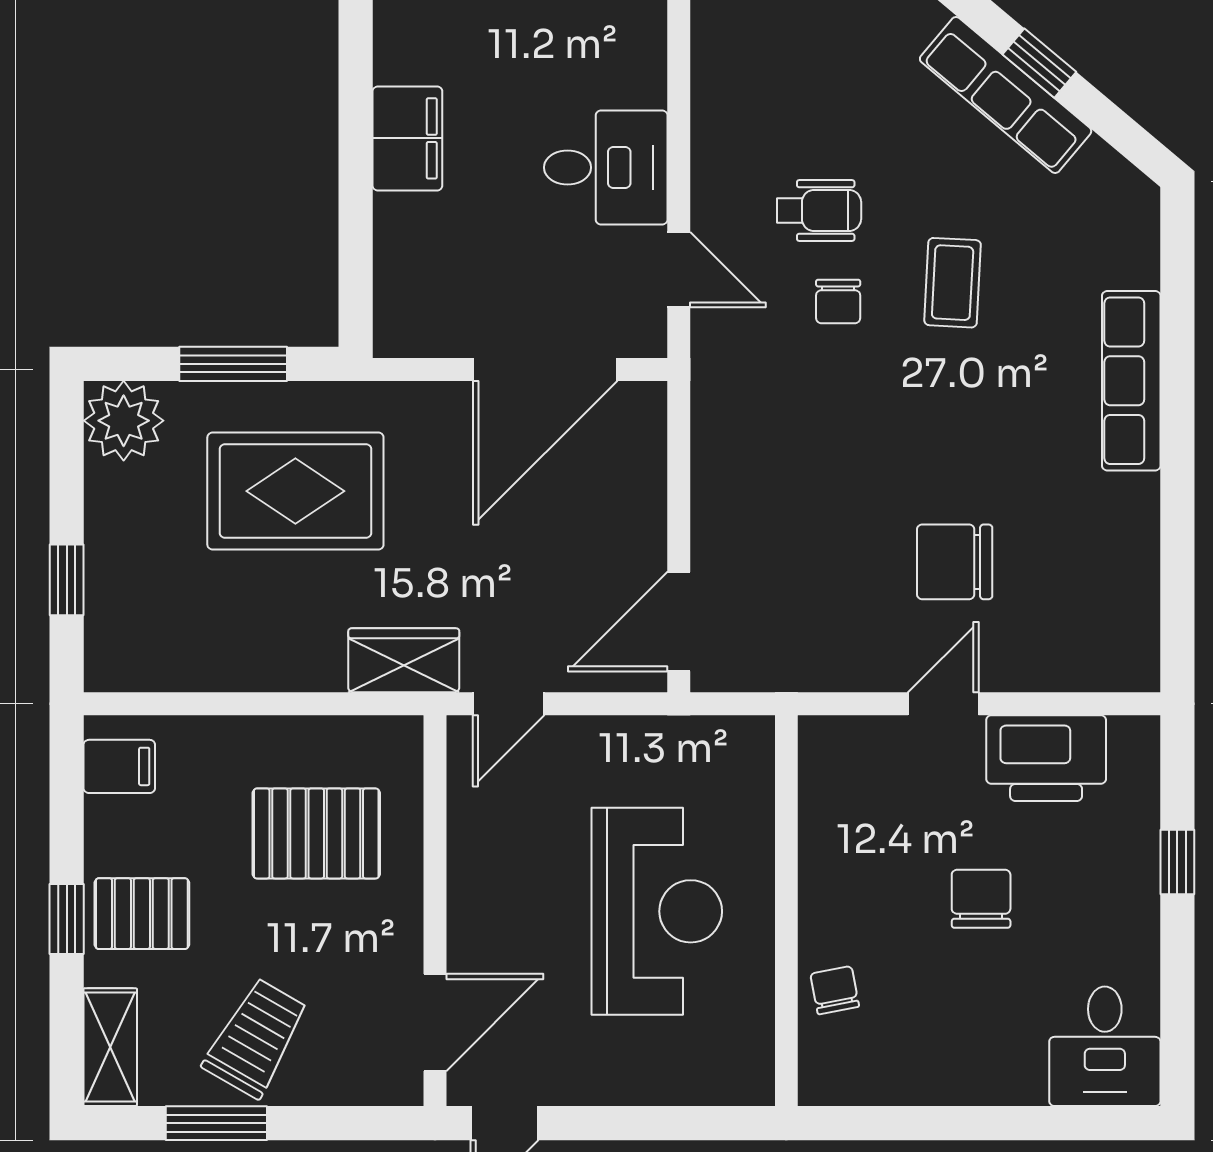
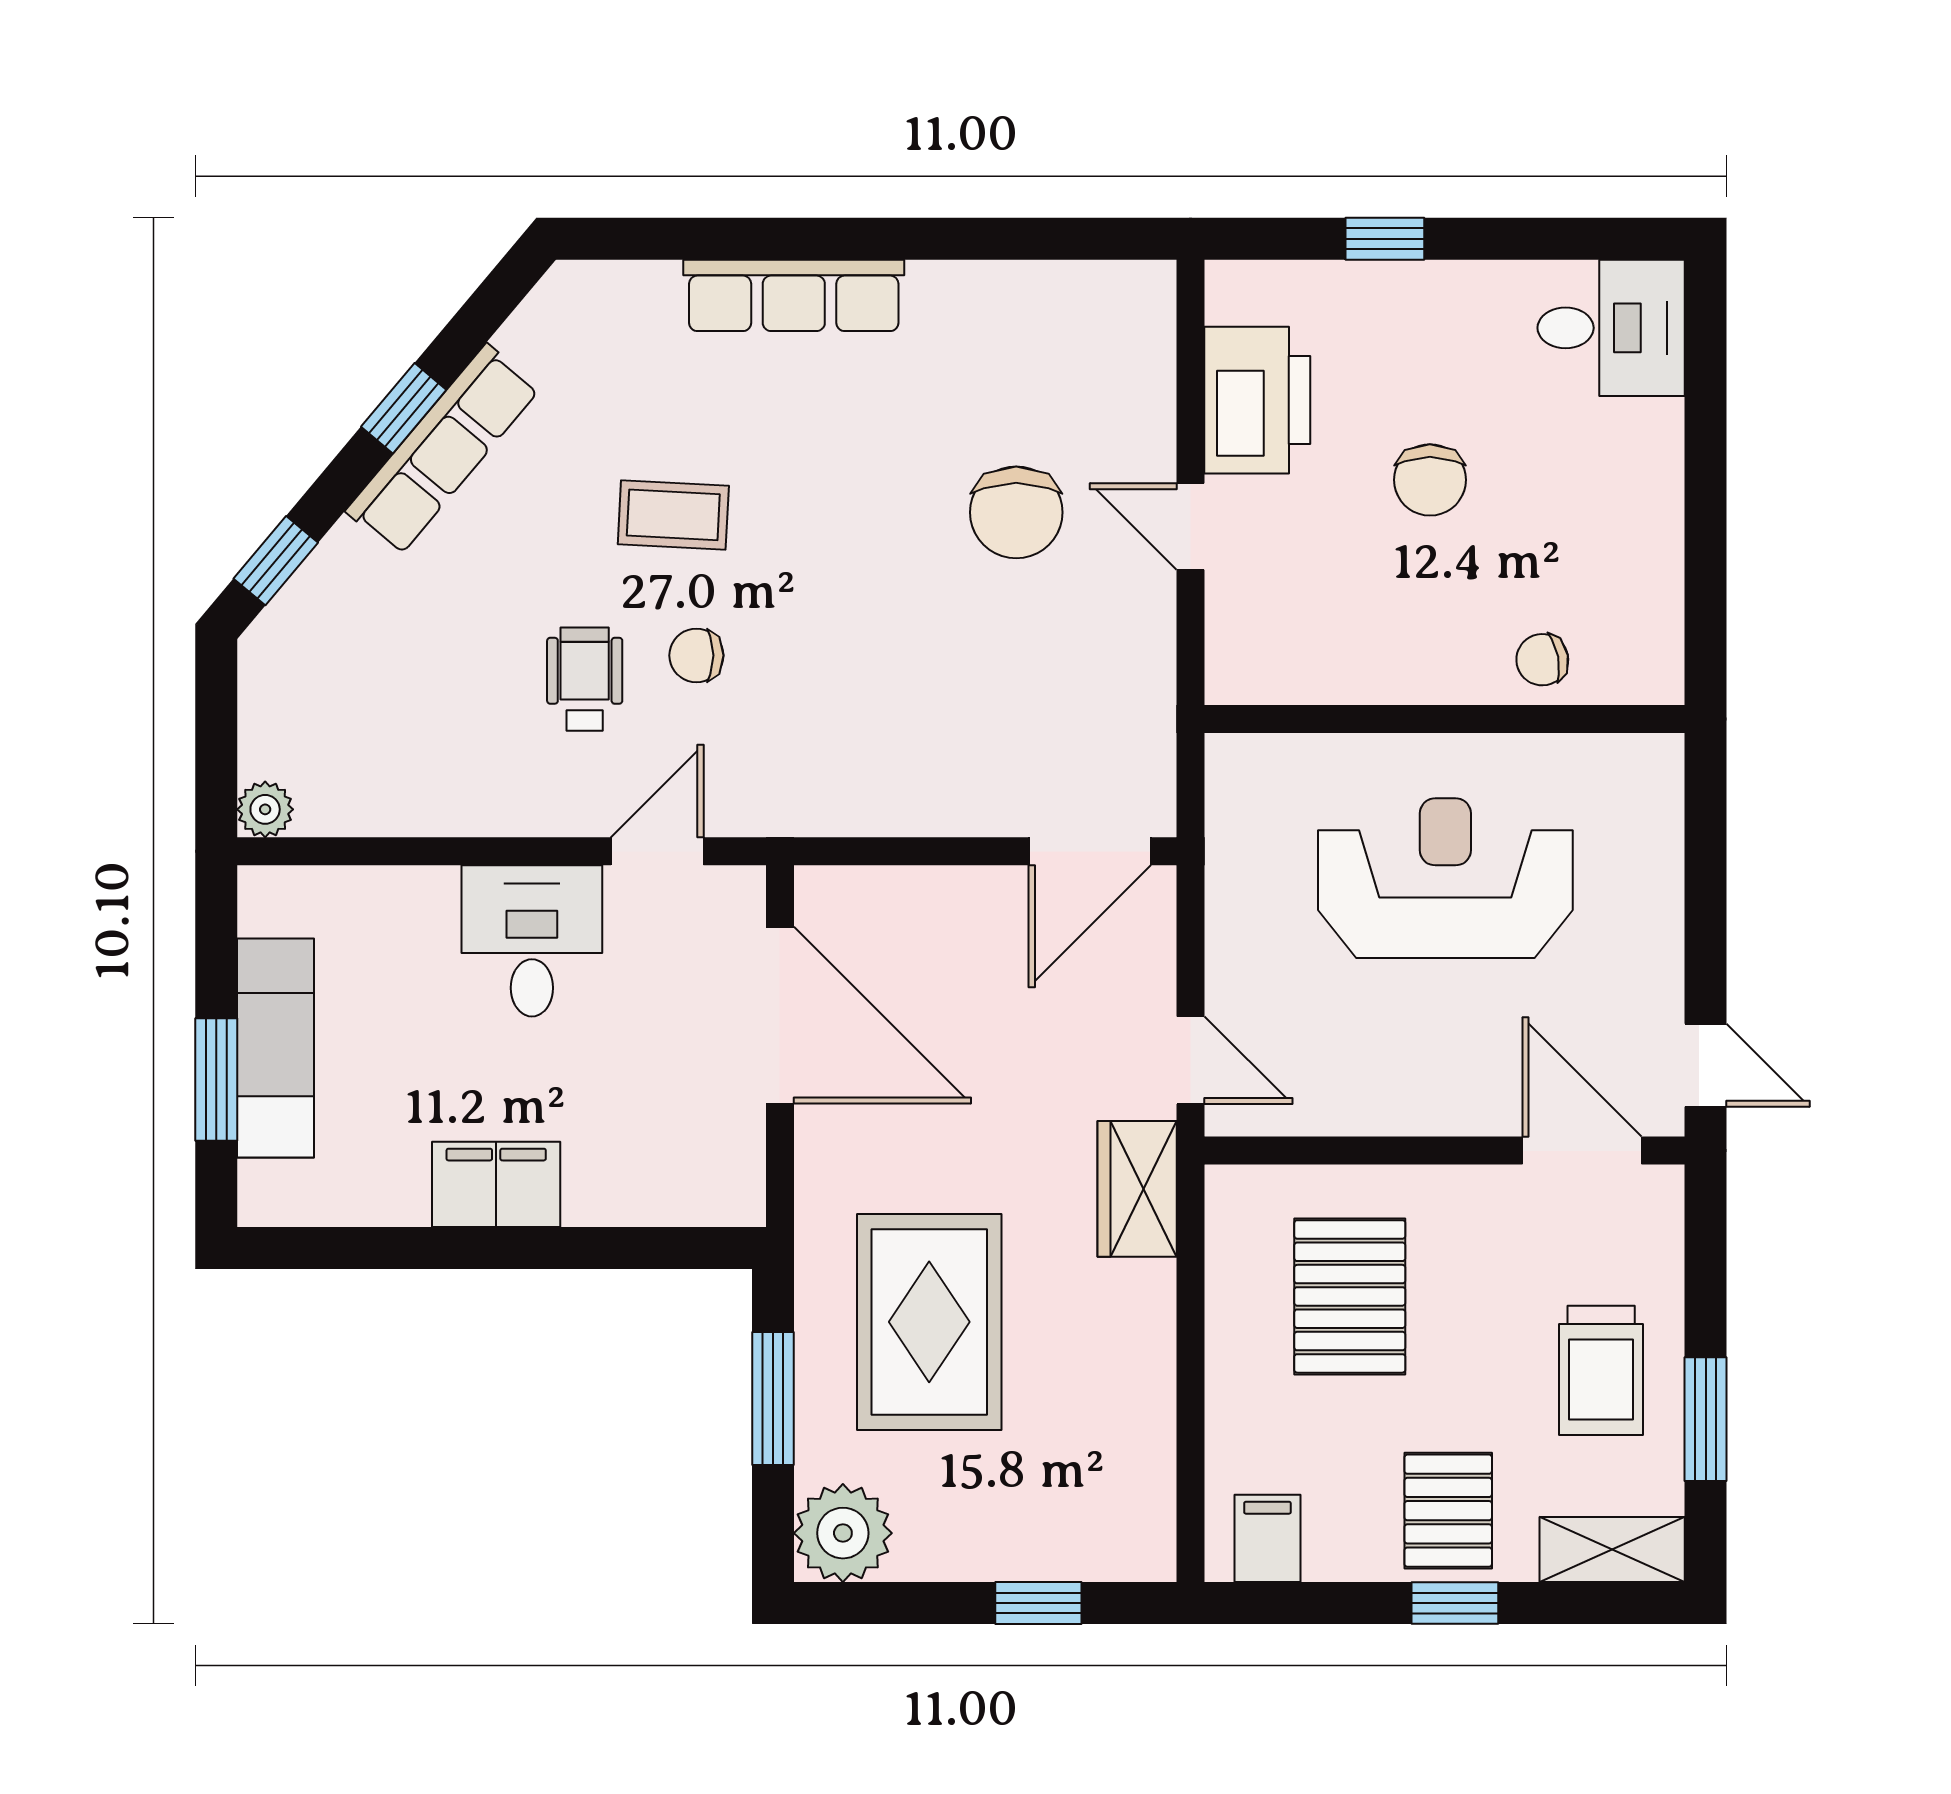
chair: (838, 301) -> (696, 655), turned 180
door: (679, 622) -> (1090, 851), hinge flipped
chair: (981, 899) -> (1430, 480), turned -90
trolley: (256, 1038) -> (1601, 1370), turned -120

